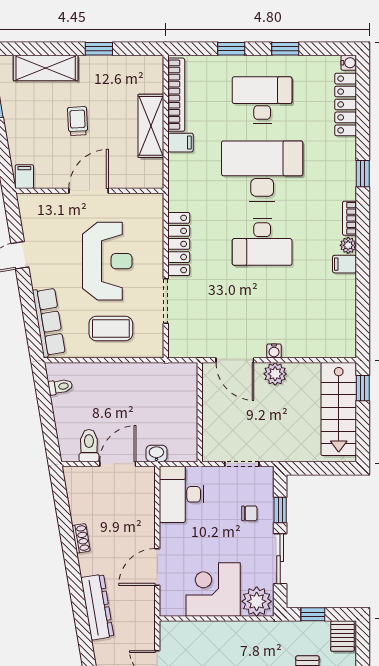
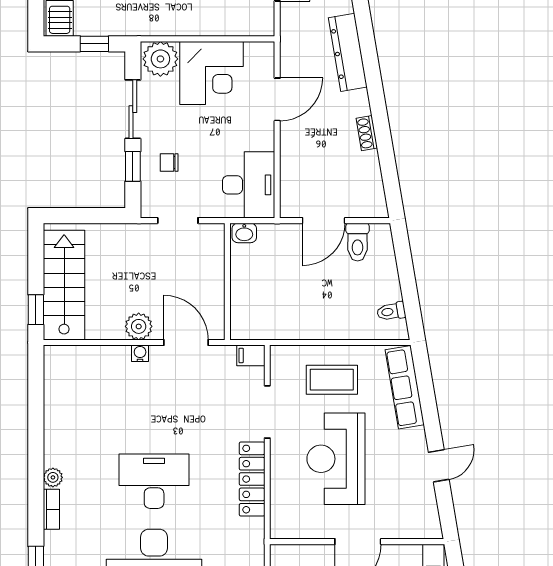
filing cabinet: (345, 264) -> (251, 355), moved, turned 180
washbasin: (156, 453) -> (244, 233), moved

